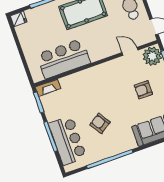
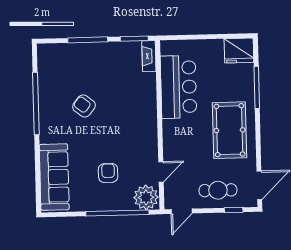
fridge: (19, 19) -> (239, 51), width x1.88, depth x1.34
armchair: (100, 123) -> (84, 106), turned -109
bar counter: (67, 140) -> (76, 59), removed

